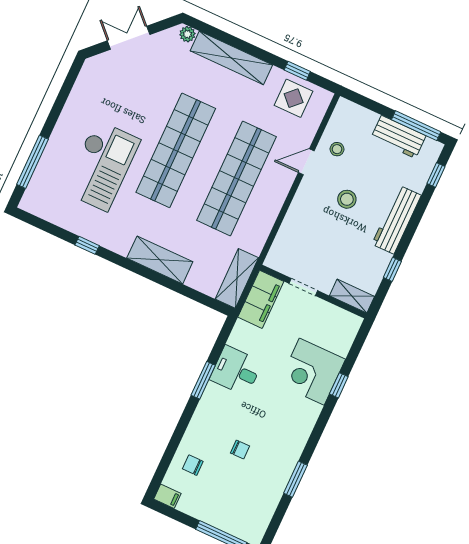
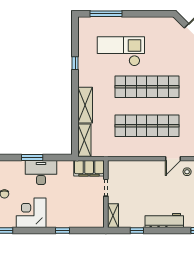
door: (306, 162) -> (173, 159), swing flipped
checkout: (102, 166) -> (121, 51), turned 180
stool: (347, 199) -> (163, 189), removed
shelving: (237, 278) -> (84, 140), moved, turned 90
desk: (236, 371) -> (41, 173), width x1.37
corner desk: (312, 372) -> (31, 213), moved

